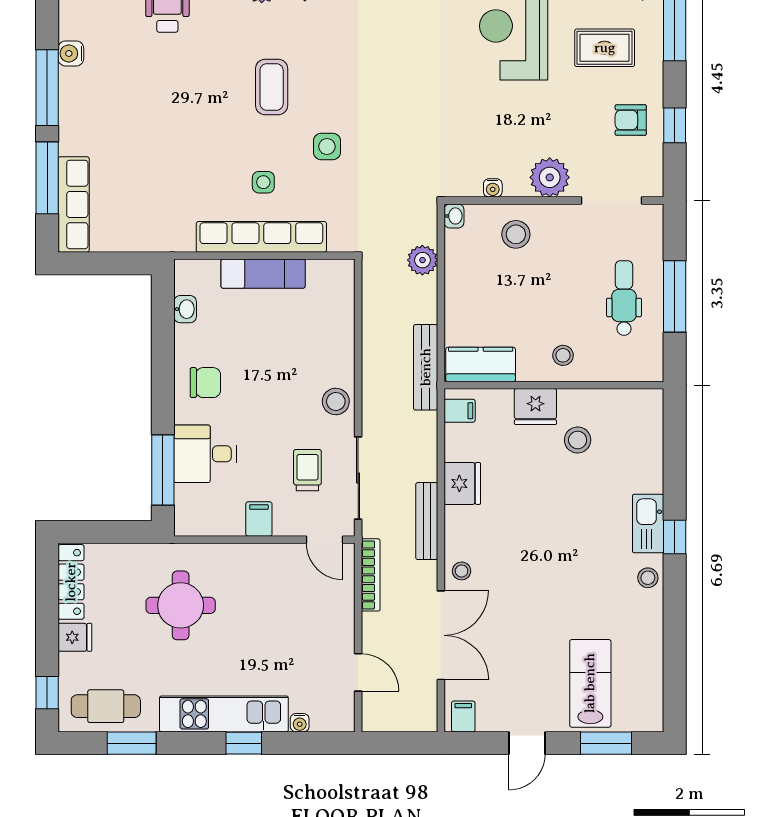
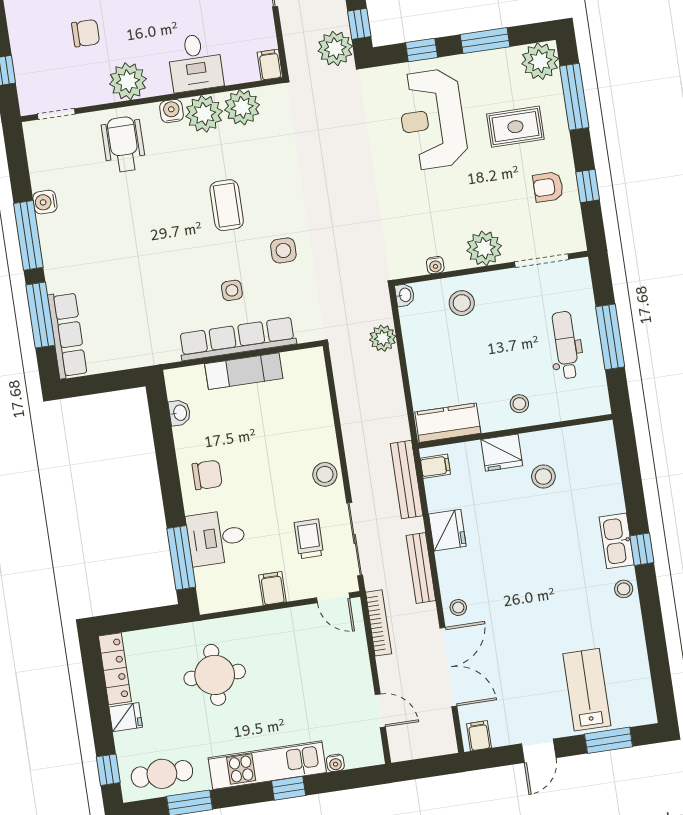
bench: (426, 367) -> (407, 480), moved

